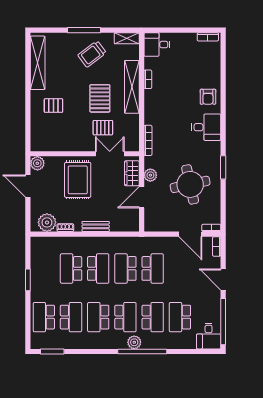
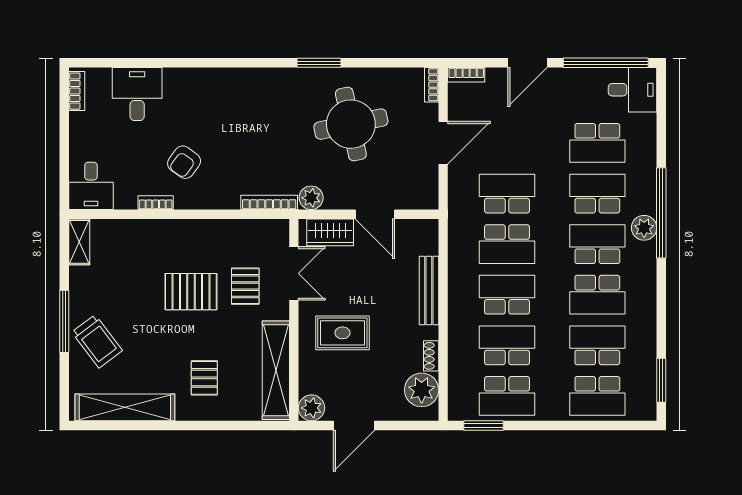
trolley: (92, 54) -> (97, 341), moved
shelving: (132, 87) -> (276, 370), moved, turned 90
armchair: (208, 97) -> (184, 162), moved, turned 126
desk: (206, 127) -> (137, 94), moved
double door: (110, 154) -> (294, 273), swing flipped
plant: (150, 175) -> (311, 198), moved
rug: (78, 180) -> (342, 333), width x0.73, depth x0.70
bench: (96, 226) -> (429, 290), width x1.36
door: (190, 234) -> (443, 143), moved
school desk: (44, 268) -> (507, 396), added
school desk: (71, 268) -> (507, 345), turned 180
window: (28, 280) -> (484, 425), moved

